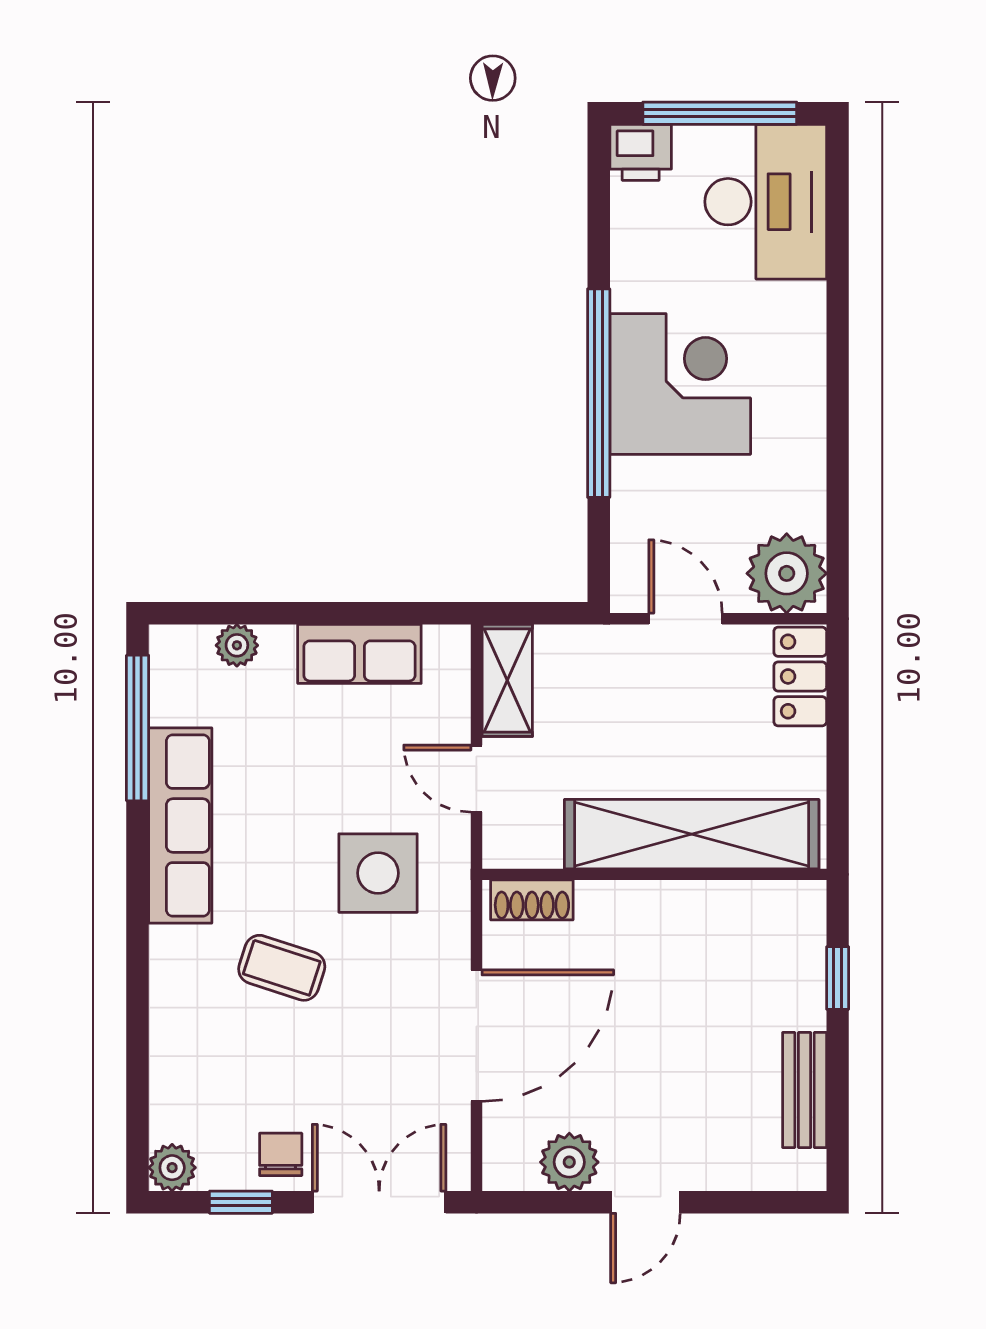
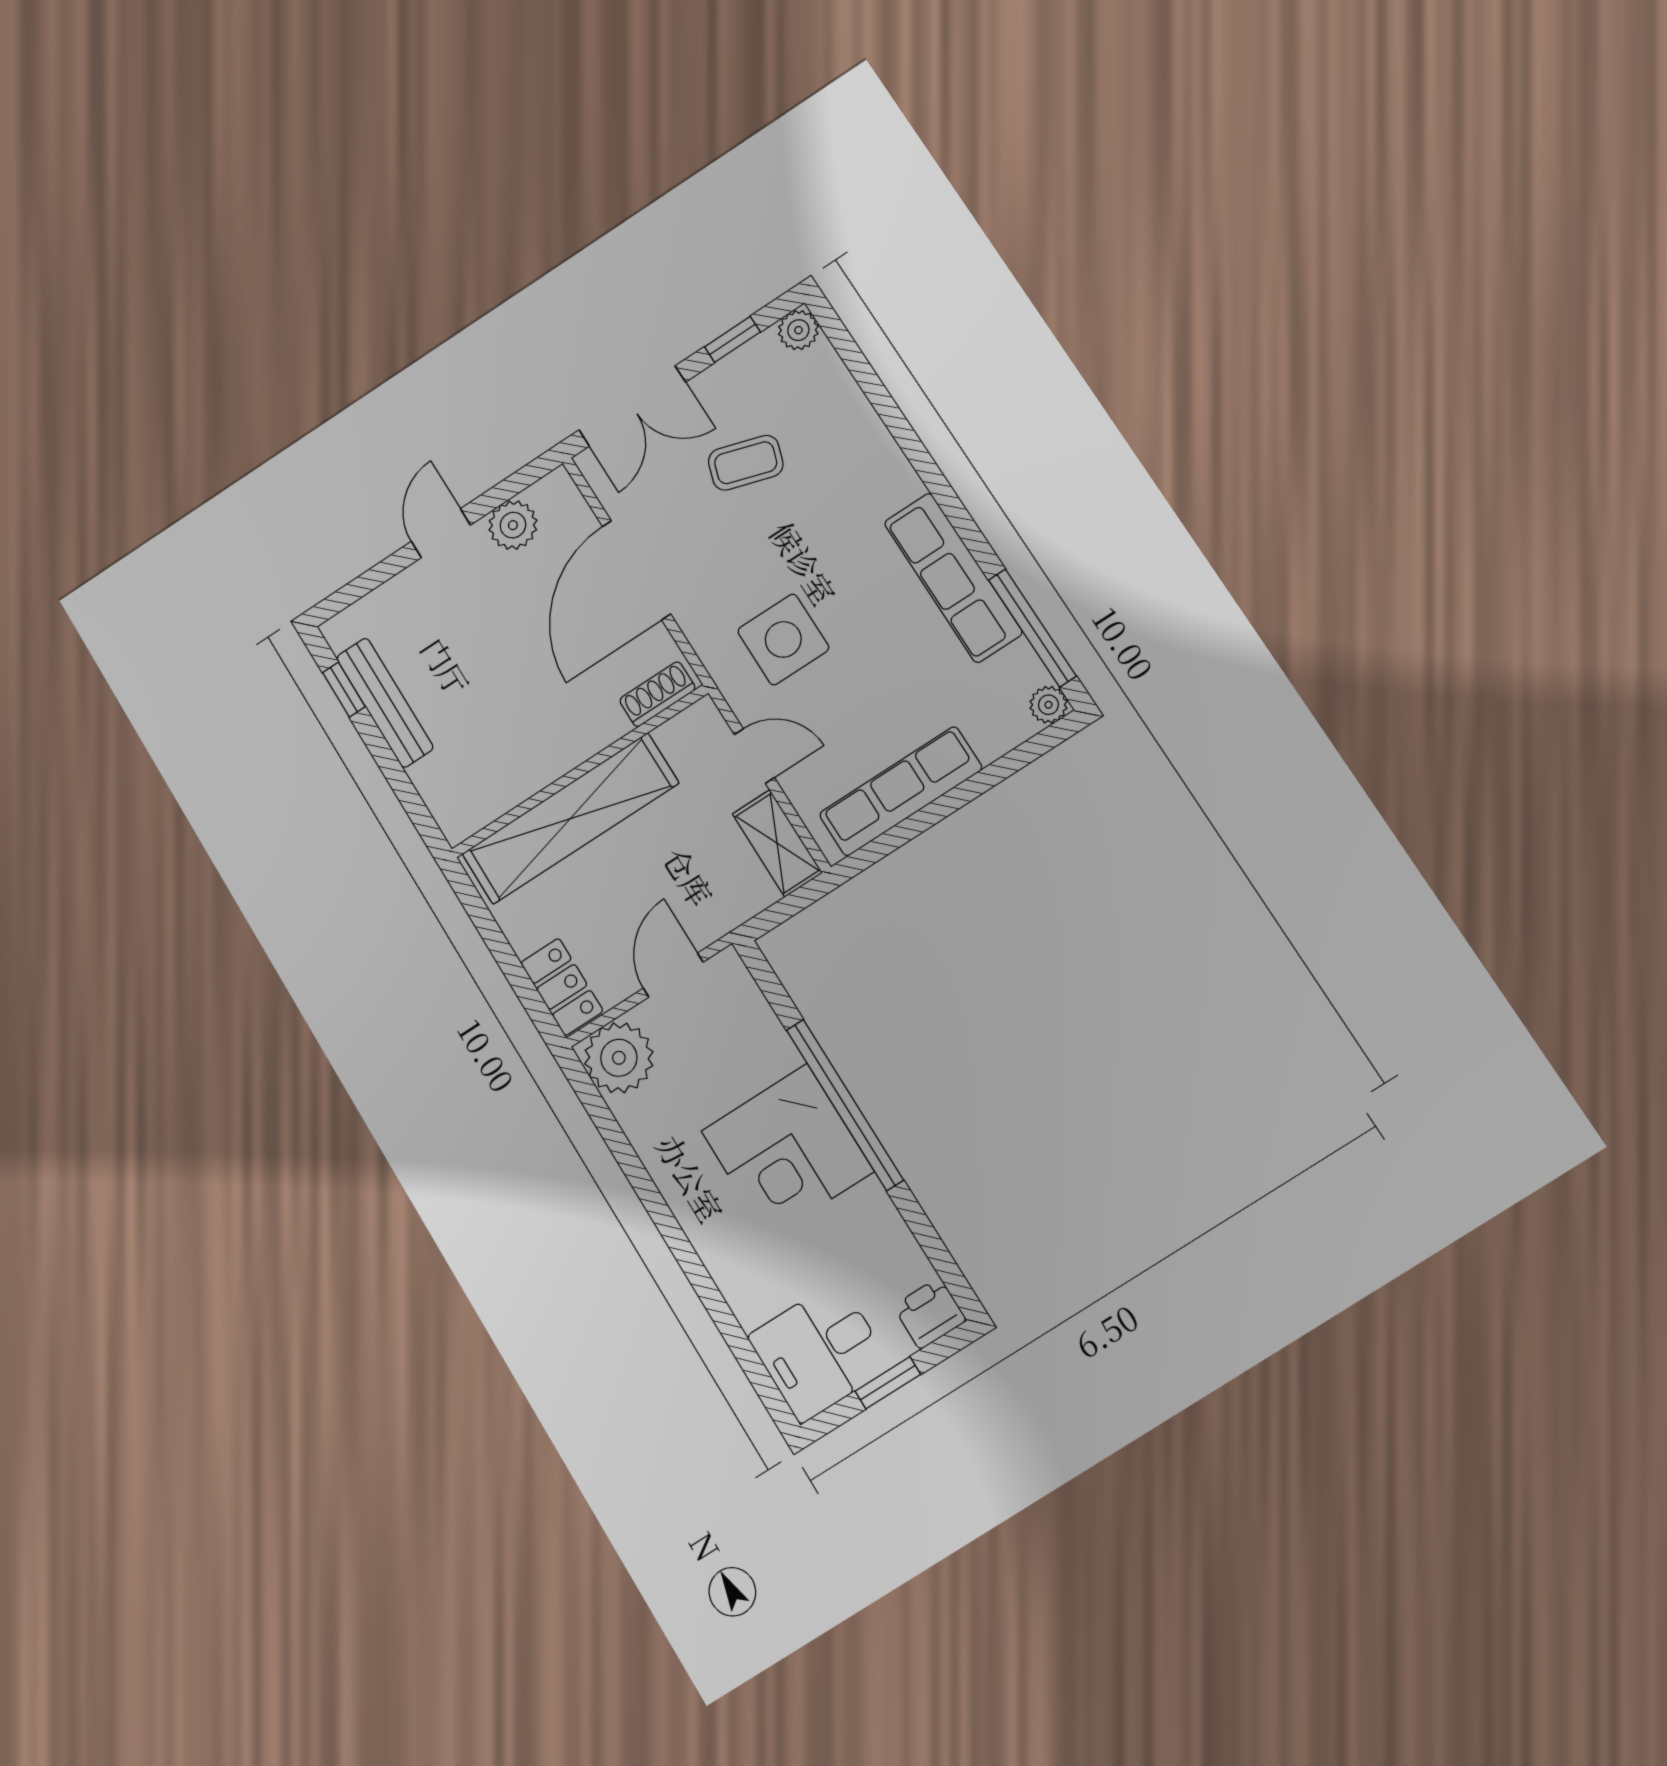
window: (720, 113) -> (888, 1383), width x0.46
desk: (766, 202) -> (820, 1351), width x0.73
door: (686, 619) -> (673, 975), swing flipped
plant: (237, 645) -> (1048, 705), moved
row of seats: (359, 654) -> (901, 791), width x1.48
coffee table: (282, 968) -> (746, 463), moved
window: (838, 978) -> (344, 690), moved
bench: (805, 1090) -> (385, 703), width x1.36
chair: (281, 1154) -> (725, 392), removed

